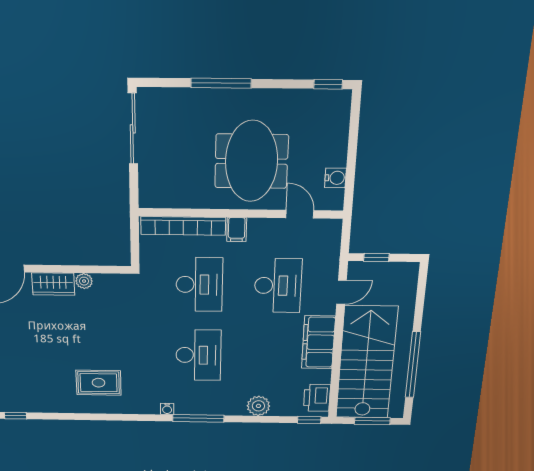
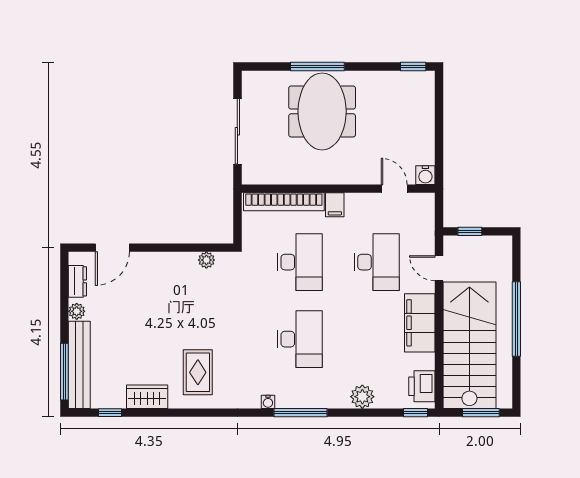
sliding door: (133, 129) -> (237, 131), moved
meeting table: (251, 161) -> (322, 111), moved
water cooler: (335, 178) -> (425, 175), moved, turned 90
plant: (84, 281) -> (206, 260), moved
wardrobe: (53, 284) -> (147, 397), moved, turned 180
door: (342, 292) -> (439, 268), swing flipped
window: (413, 365) -> (516, 319), moved
rug: (99, 383) -> (198, 372), turned 90

